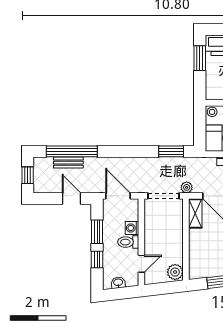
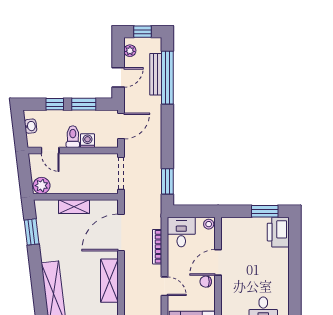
bench: (68, 163) -> (156, 74), width x1.36
plant: (187, 187) -> (130, 51), moved
shelving: (195, 213) -> (74, 207), moved

